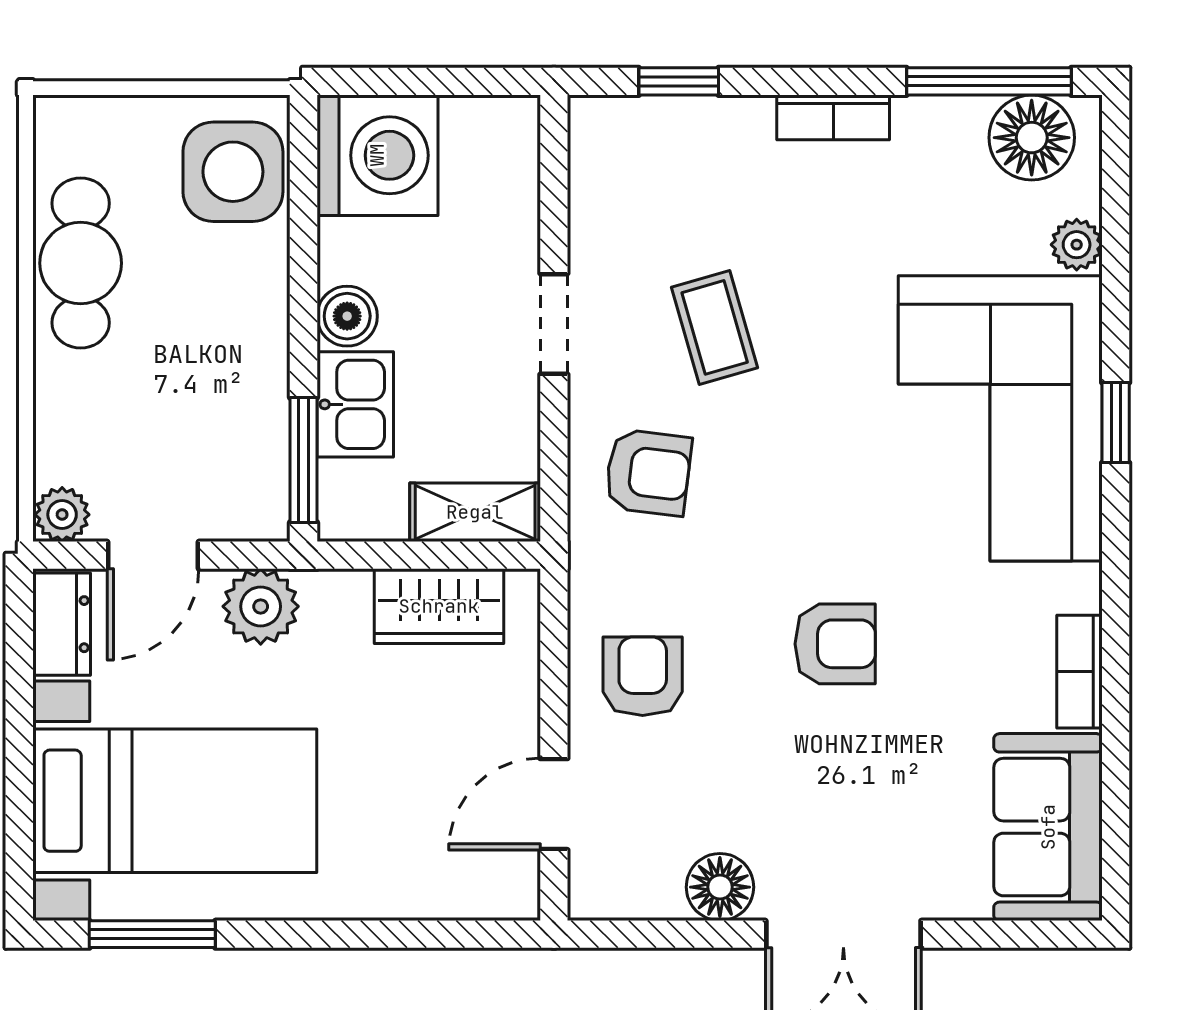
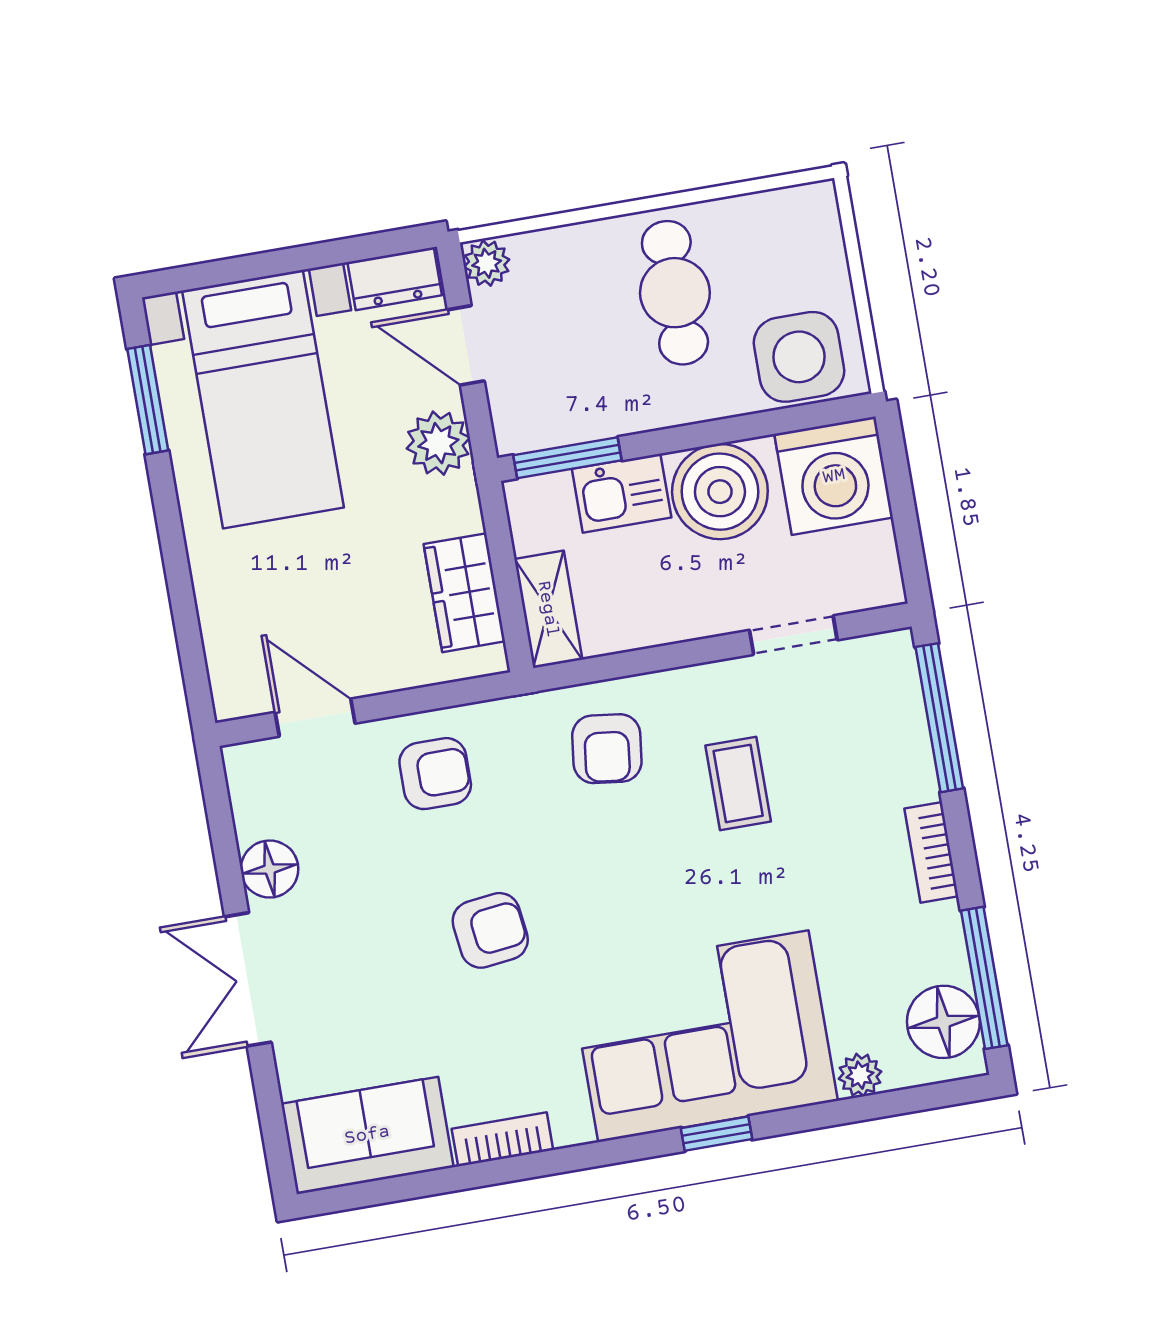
window: (679, 81) -> (939, 718), width x2.17
cafe table: (81, 263) -> (675, 293), moved, turned 90
boiler: (347, 316) -> (720, 492), width x1.86, depth x1.86
doorway: (554, 324) -> (793, 635), moved
coffee table: (715, 327) -> (738, 783), turned -74
armchair: (835, 644) -> (490, 930), turned -97

